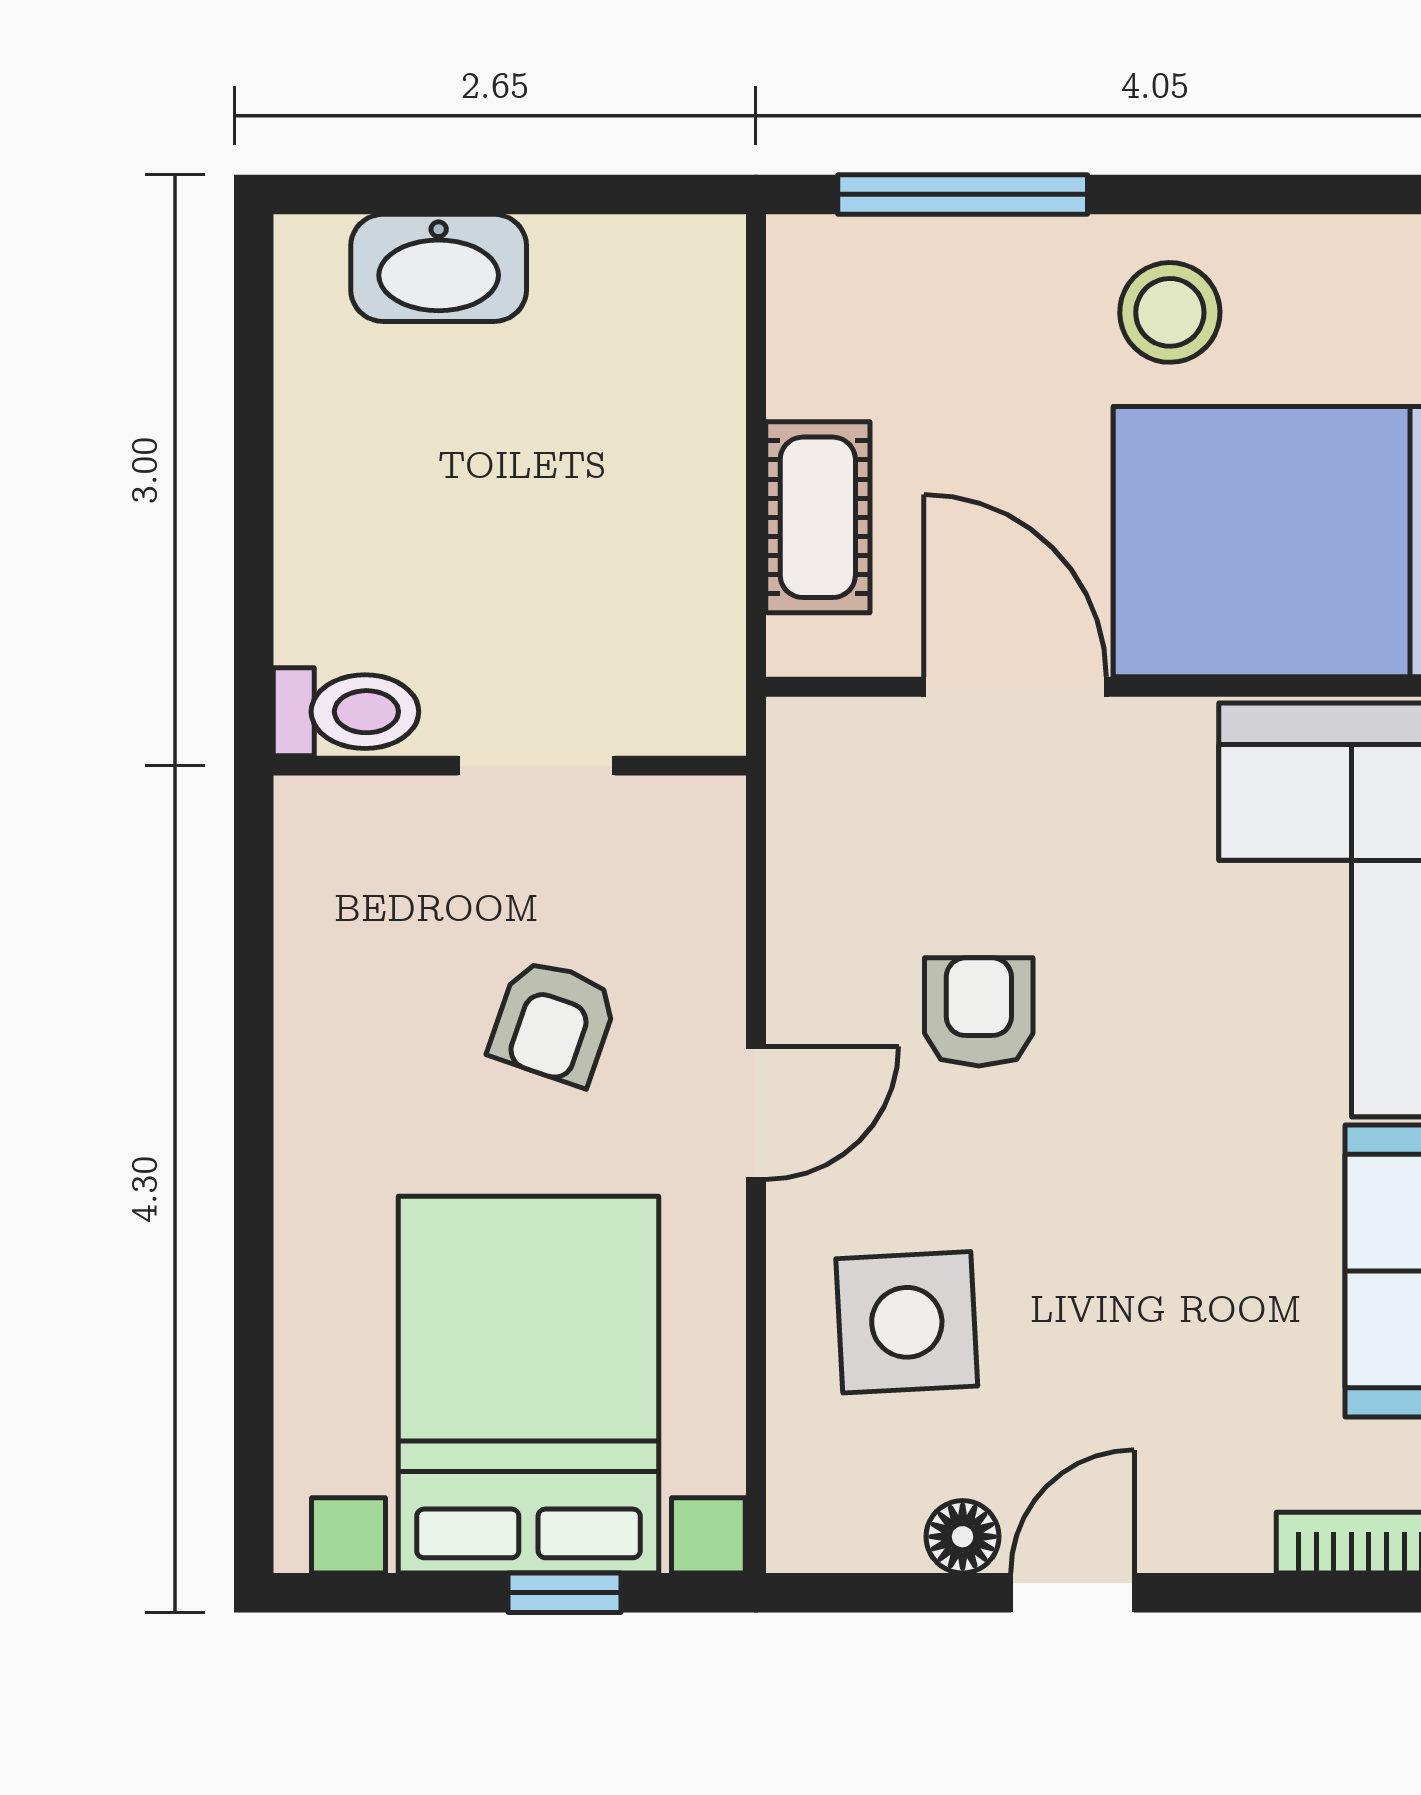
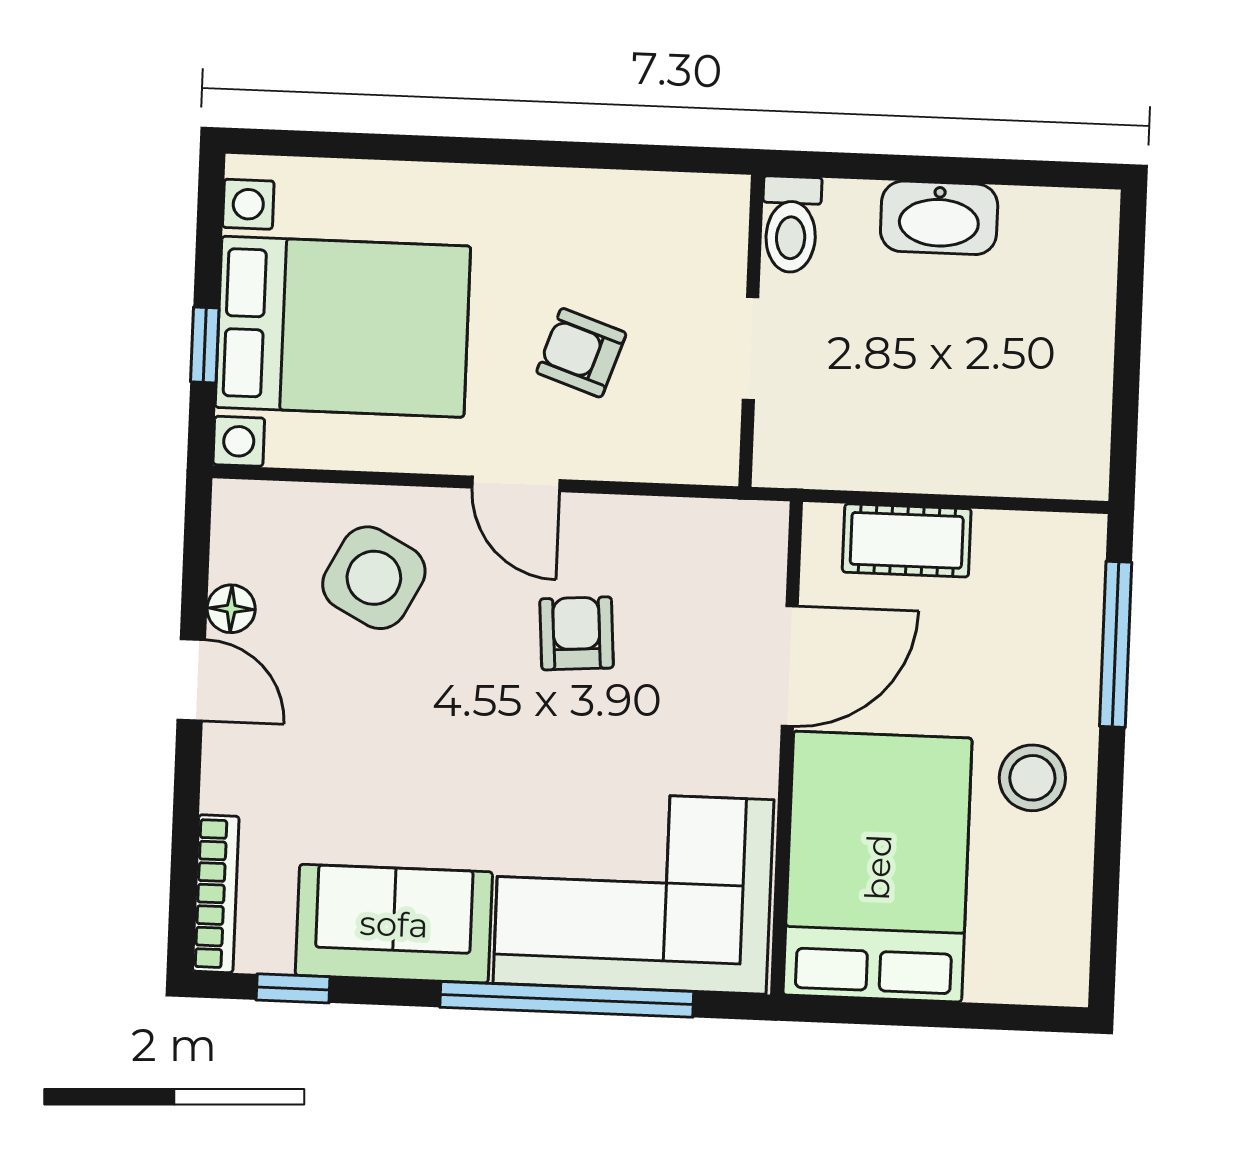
washbasin: (439, 268) -> (939, 218), moved, turned -90
armchair: (979, 1012) -> (577, 633), turned -94
side table: (907, 1322) -> (374, 578), turned 31

